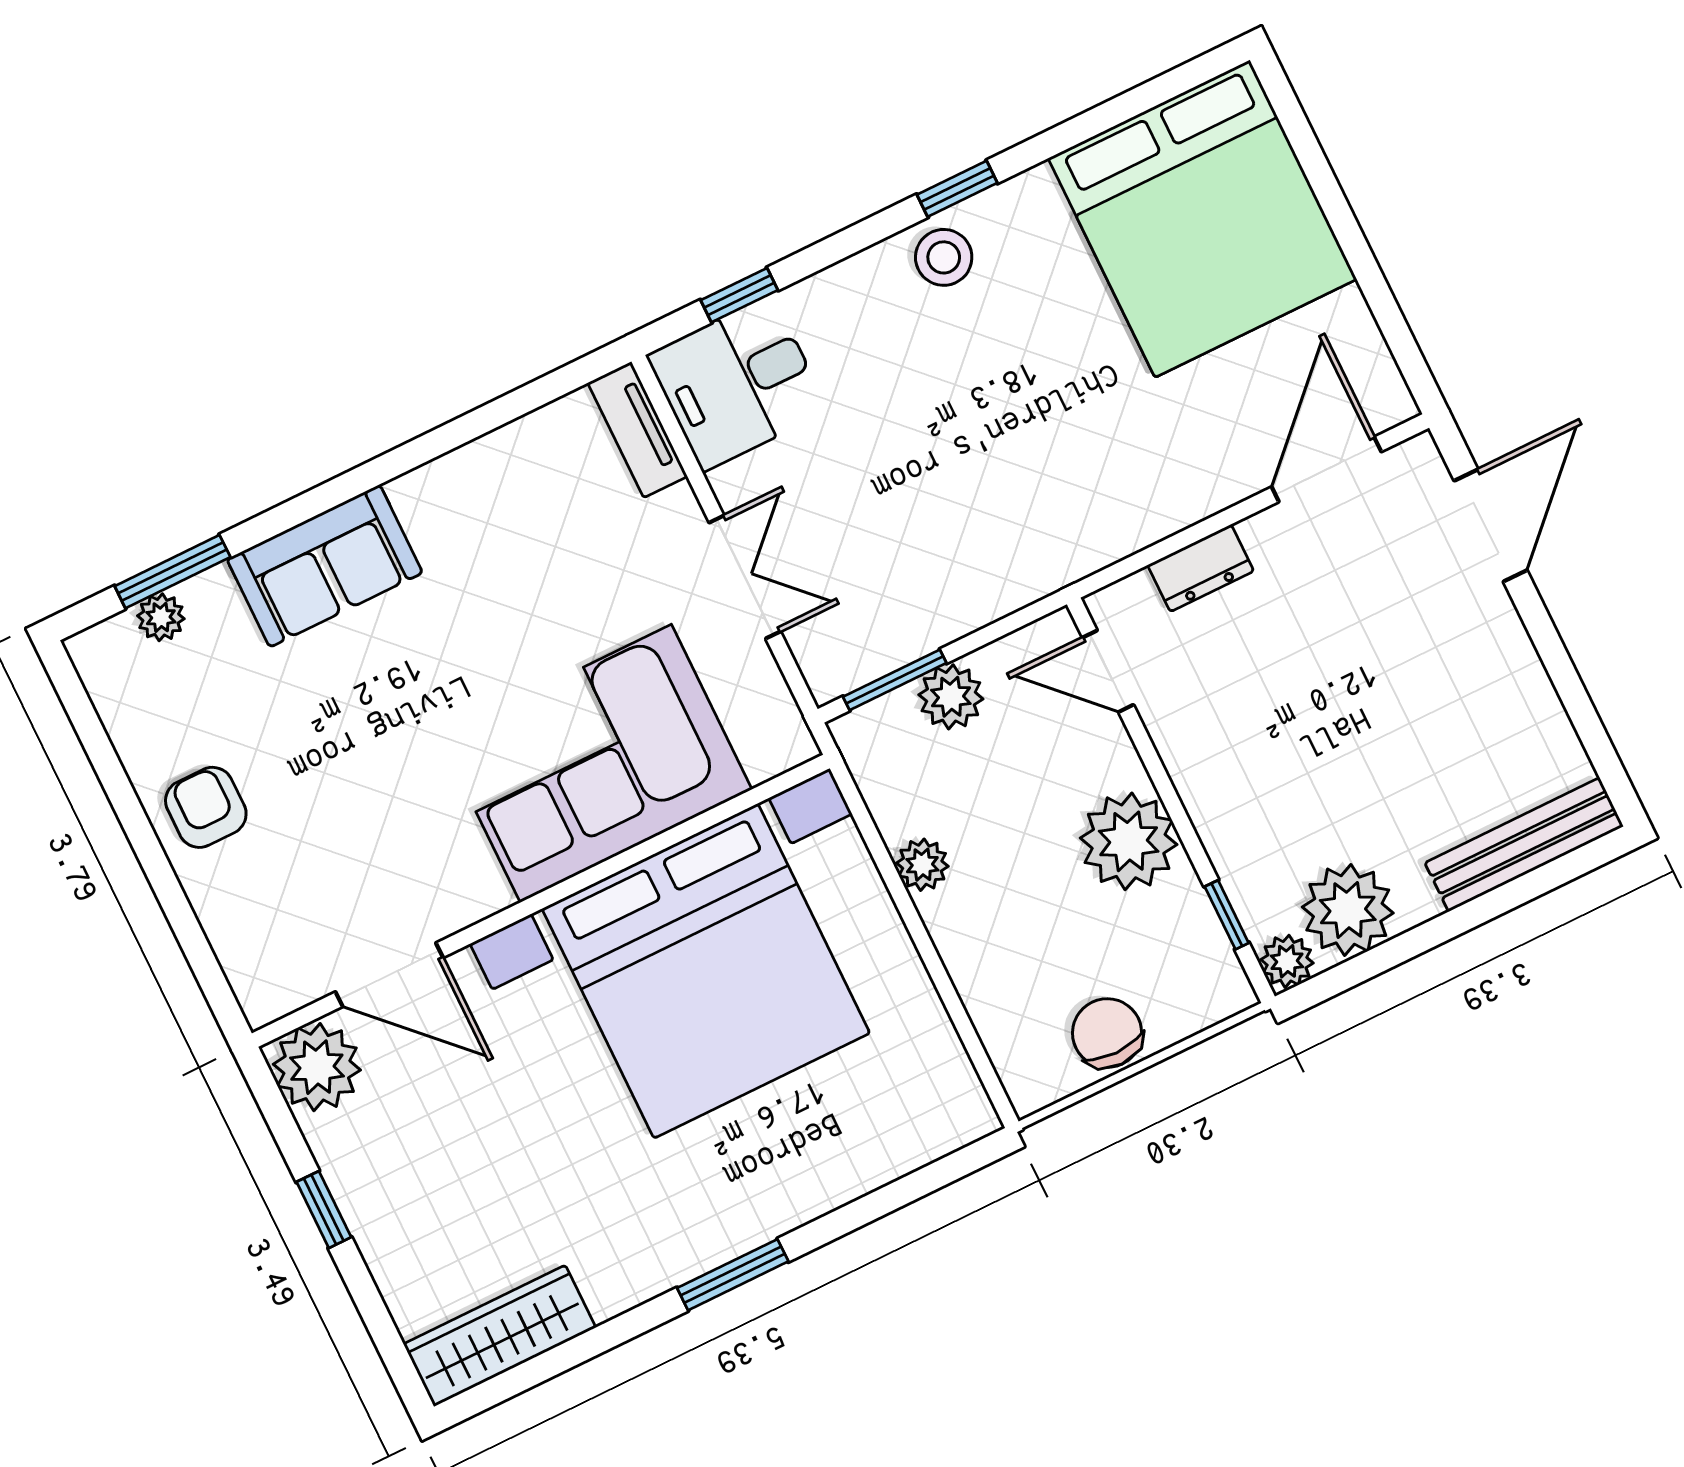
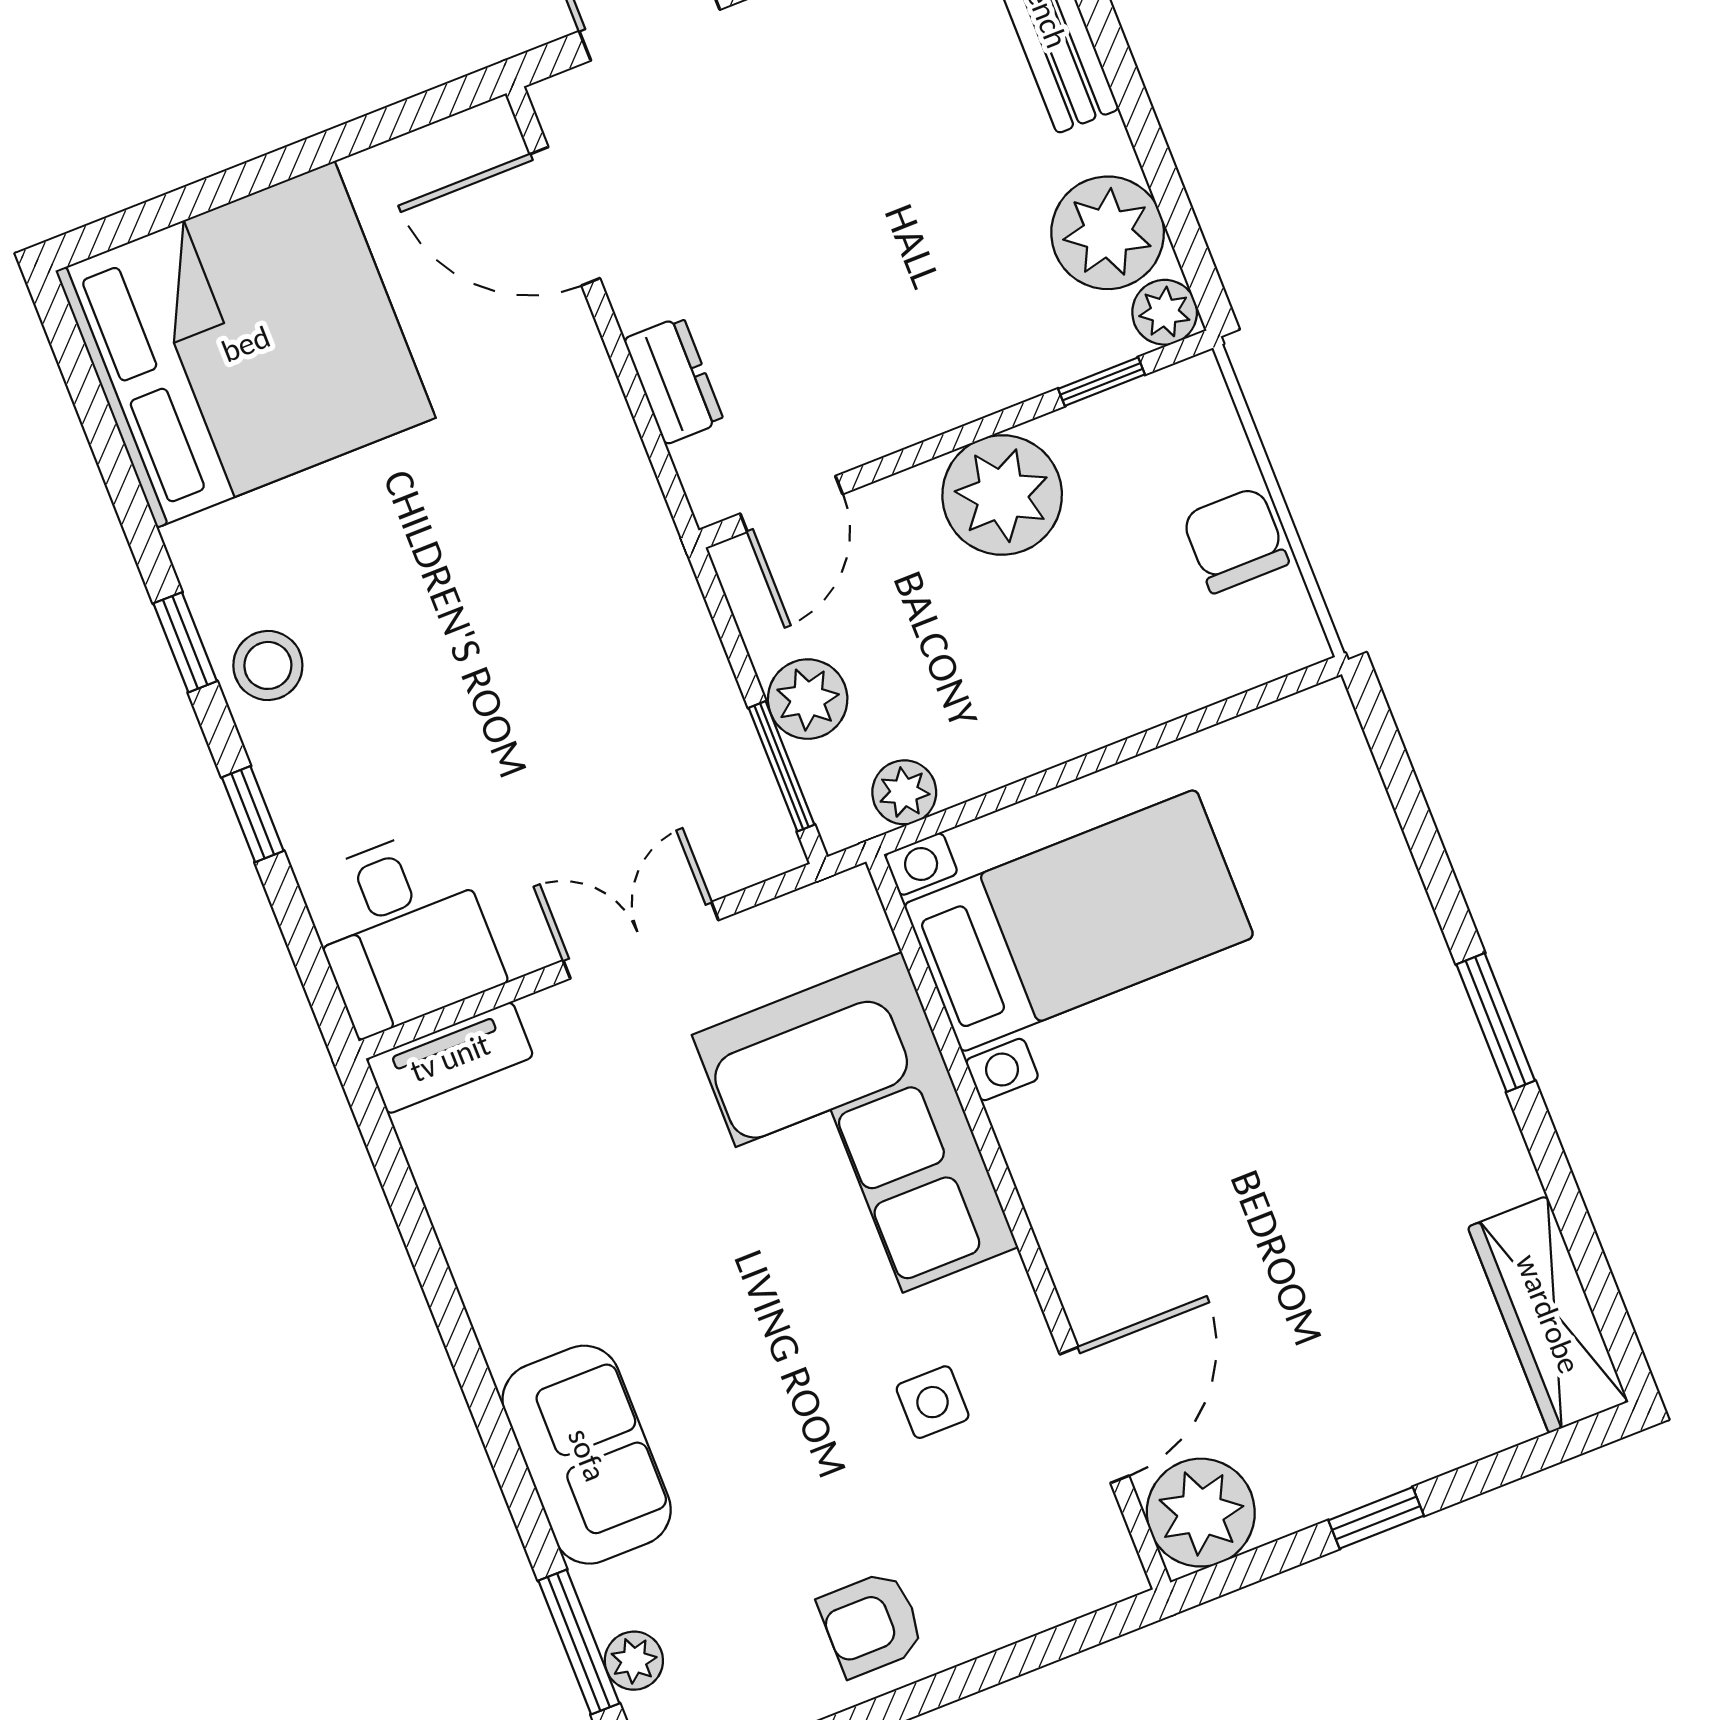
window: (739, 295) -> (253, 814), moved
side table: (389, 843) -> (933, 1402), added
plant: (922, 865) -> (904, 792), moved
bed with nightstands: (706, 971) -> (1079, 921), width x0.54
chair: (1107, 1033) -> (1235, 540), turned 90

